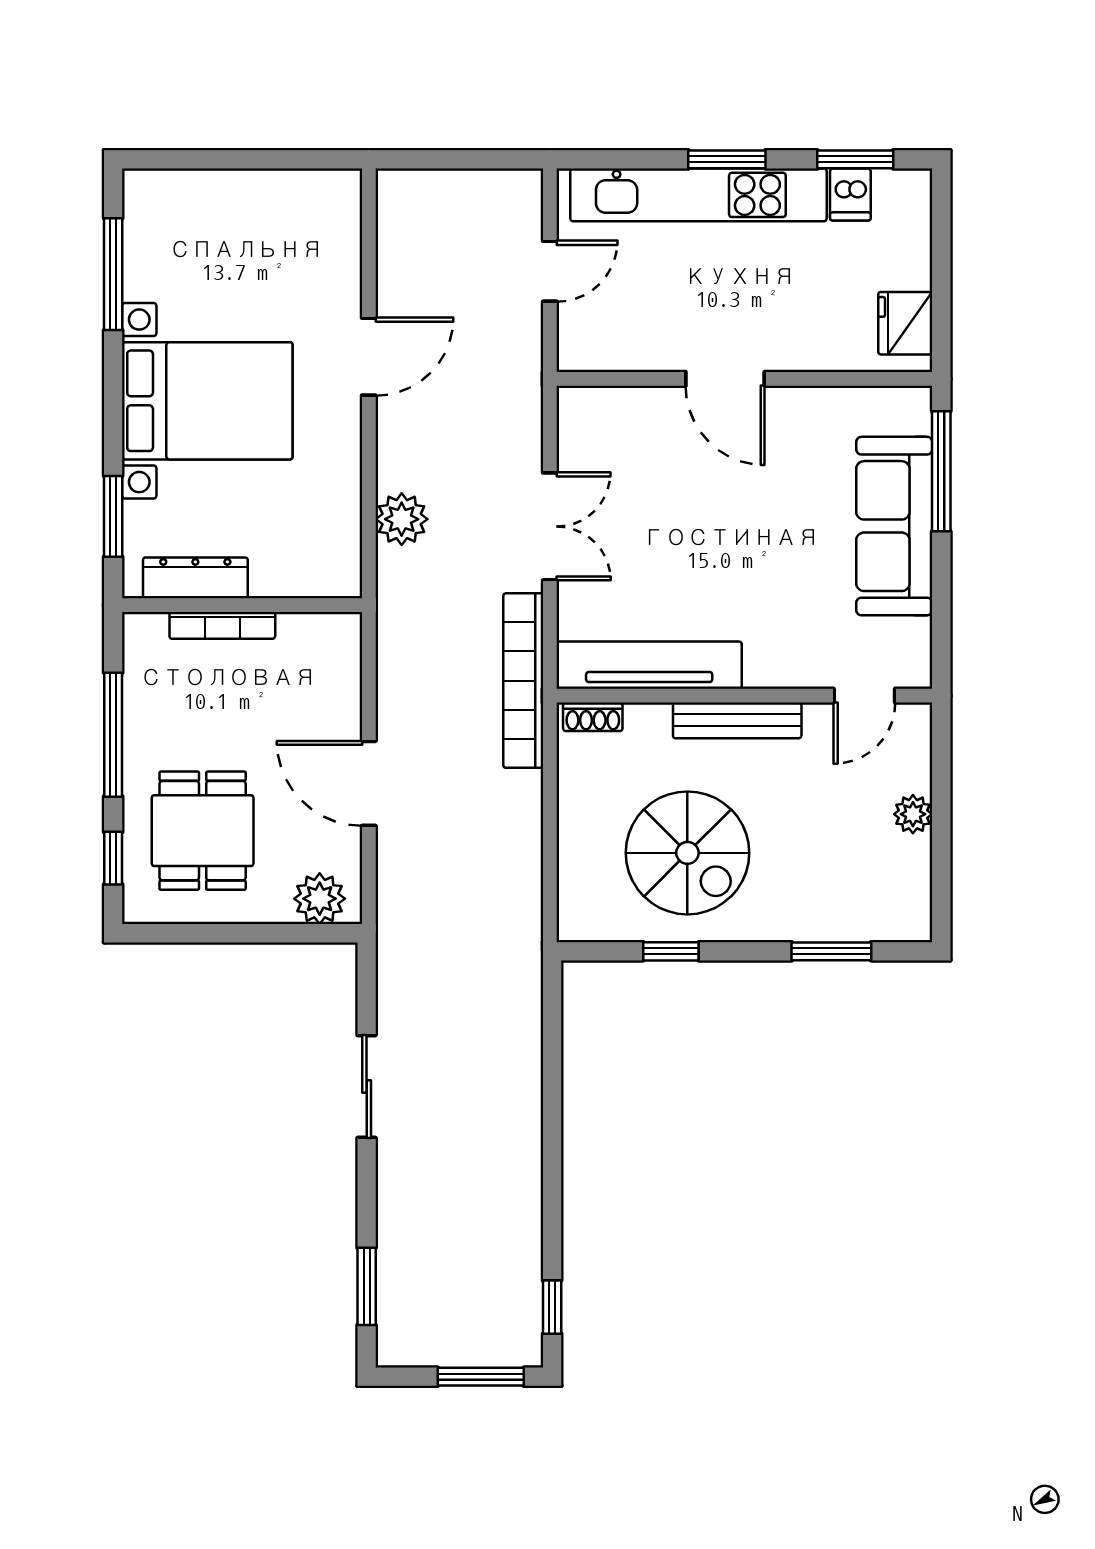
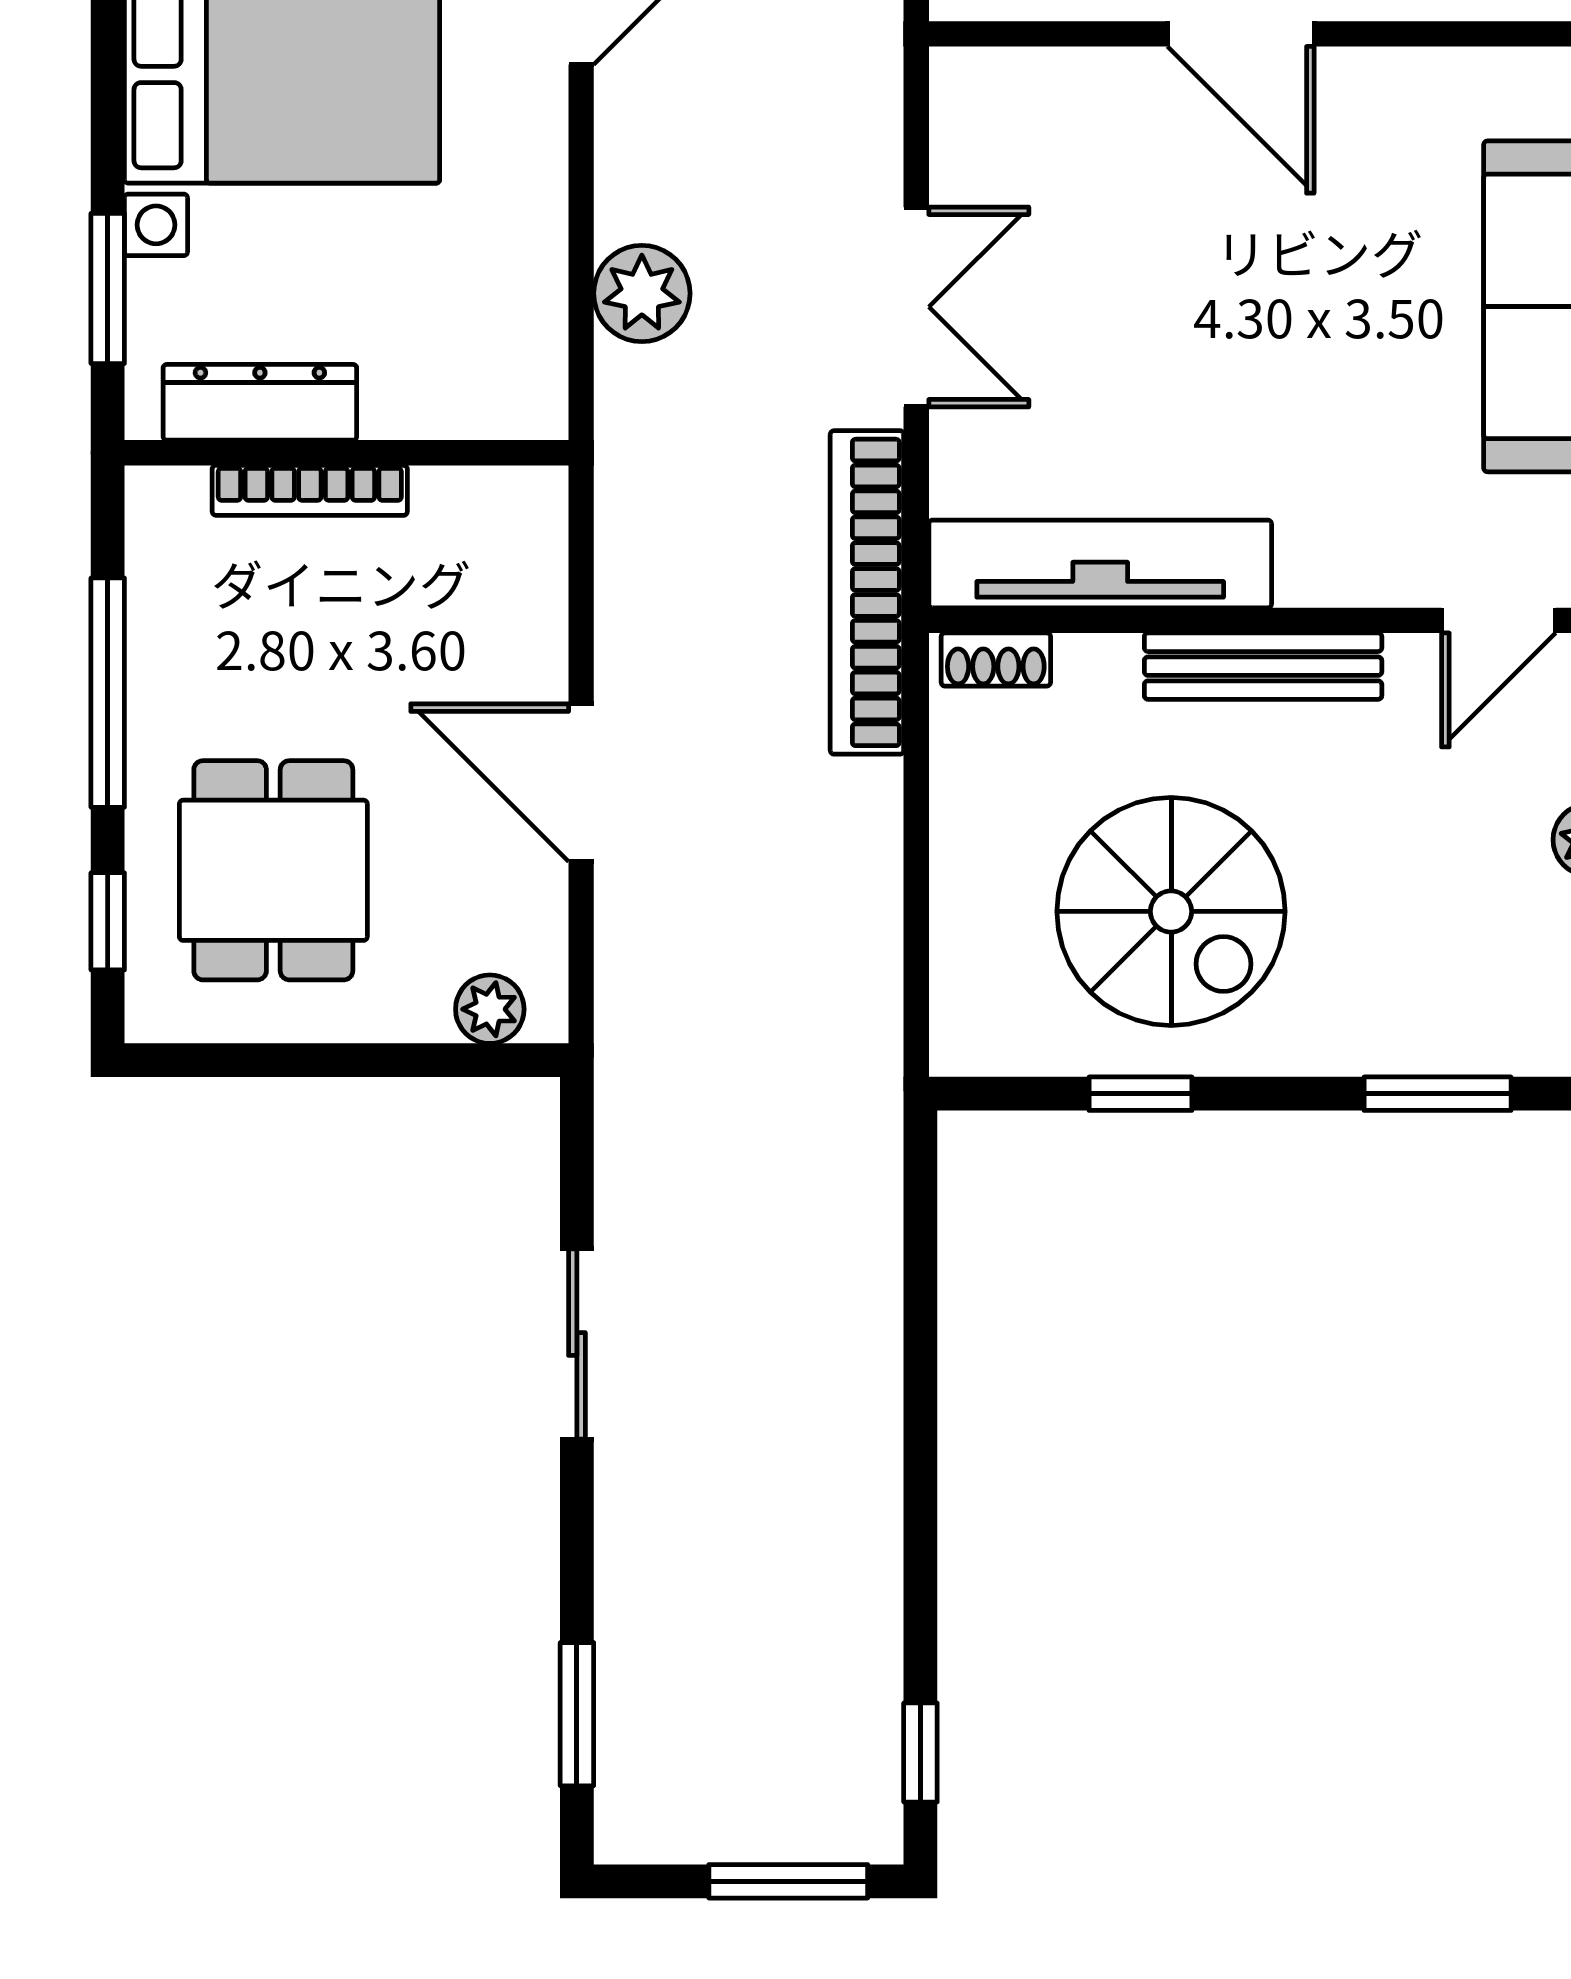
plant: (320, 899) -> (490, 1009), width x0.73, depth x0.73

